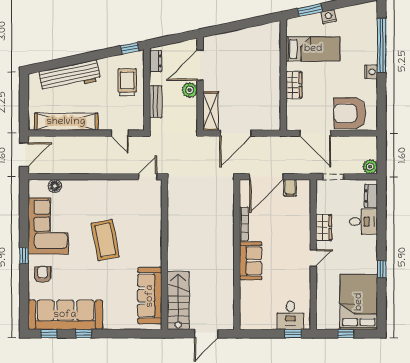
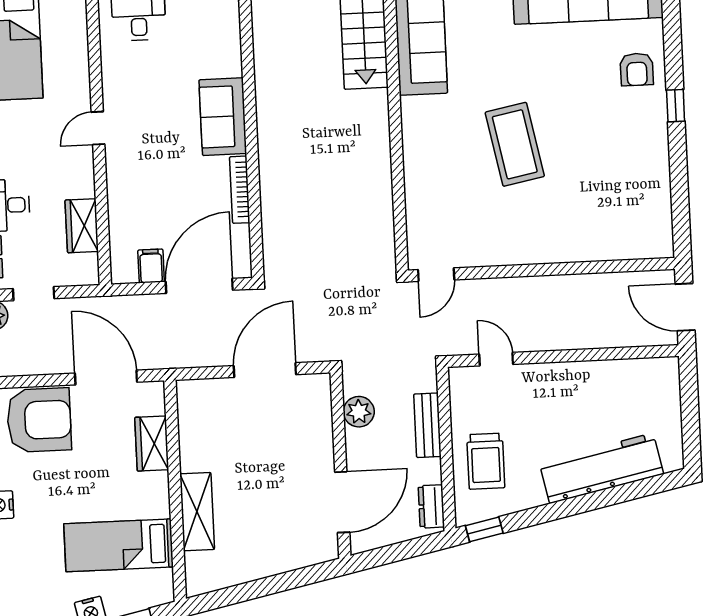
wardrobe: (294, 85) -> (152, 443), moved
plant: (190, 90) -> (359, 412), moved
shelving: (210, 111) -> (197, 512), moved
shelving: (66, 122) -> (604, 377), removed
door: (24, 155) -> (685, 307), hinge flipped
doorway: (333, 177) -> (34, 294), moved
floor lamp: (55, 186) -> (621, 247), removed
corner sofa: (48, 226) -> (630, 167), removed
wardrobe: (324, 227) -> (82, 226), moved

